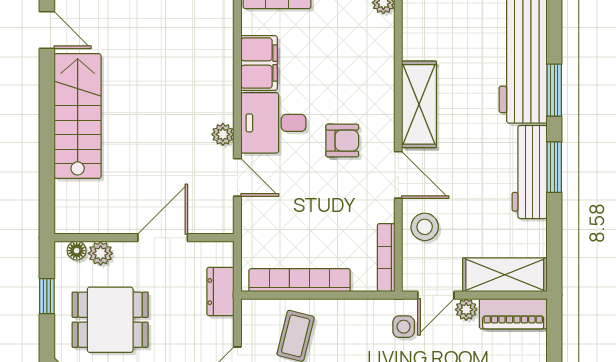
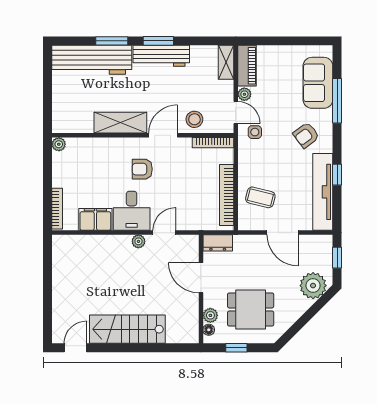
armchair: (342, 141) -> (142, 169), turned -90
shelving: (505, 275) -> (226, 62), width x0.67, depth x0.75
dresser: (220, 292) -> (218, 243), moved
dining table: (110, 320) -> (251, 309), turned 90

